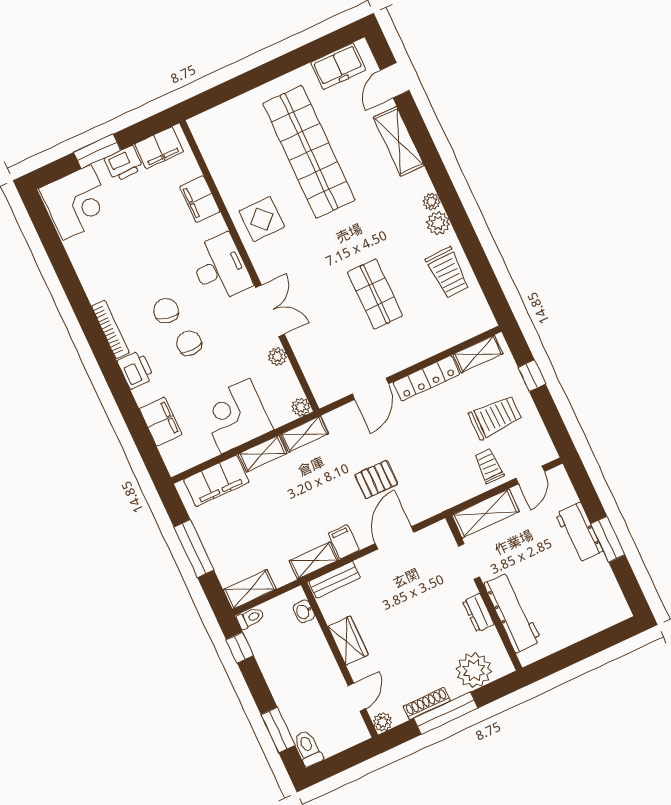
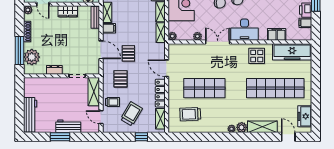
filing cabinet: (159, 148) -> (305, 23), width x0.50
freezer: (220, 152) -> (292, 52), added
plant: (438, 223) -> (242, 127), moved
trolley: (448, 272) -> (190, 114), moved
shop shelf: (375, 294) -> (204, 88), width x1.43, depth x1.36
double door: (270, 311) -> (218, 42), swing flipped
trolley: (495, 417) -> (131, 114), turned -149
pallet: (435, 471) -> (121, 79), added
workbench: (513, 613) -> (30, 115), moved, turned -90
window: (446, 713) -> (20, 50), moved

